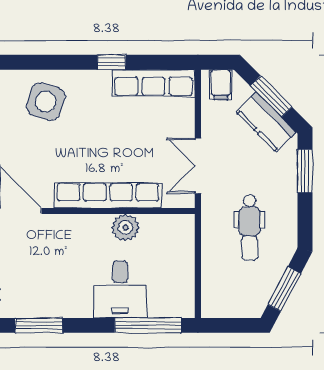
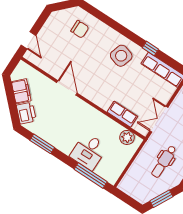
side table: (46, 102) -> (121, 56), moved
row of seats: (108, 195) -> (122, 114), width x0.50
plant: (125, 227) -> (127, 137), moved

